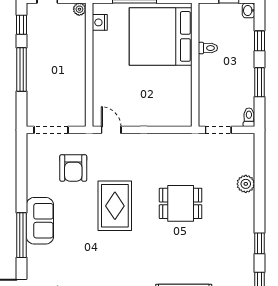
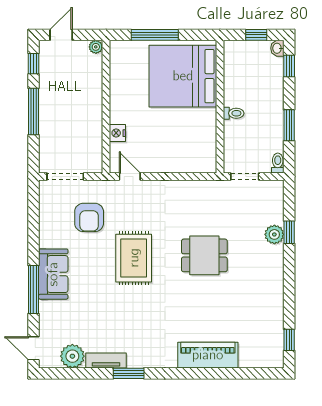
nightstand: (100, 22) -> (117, 133), moved
window: (260, 41) -> (289, 66), moved
toilet: (208, 48) -> (234, 113), moved
window: (260, 243) -> (289, 232), moved

